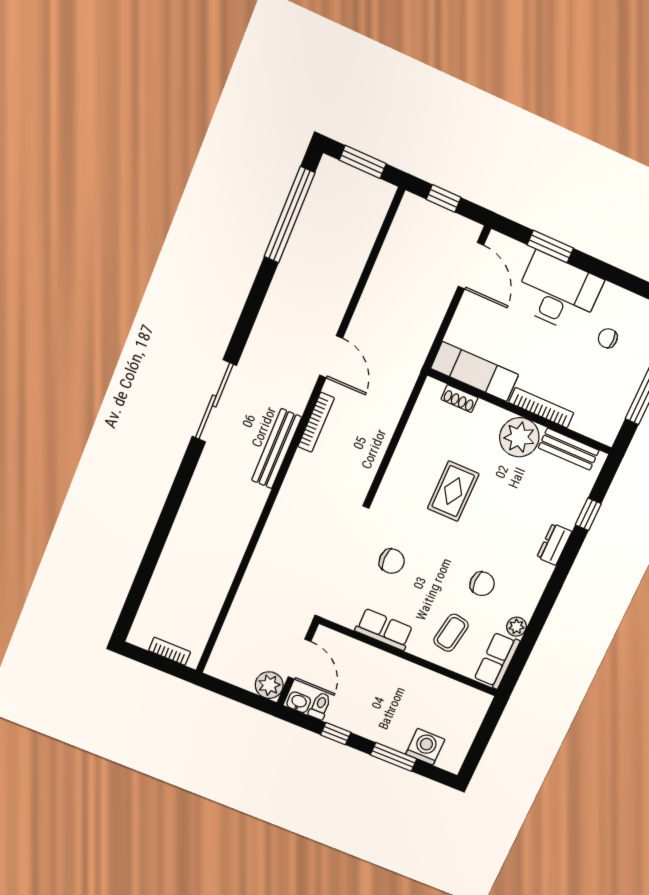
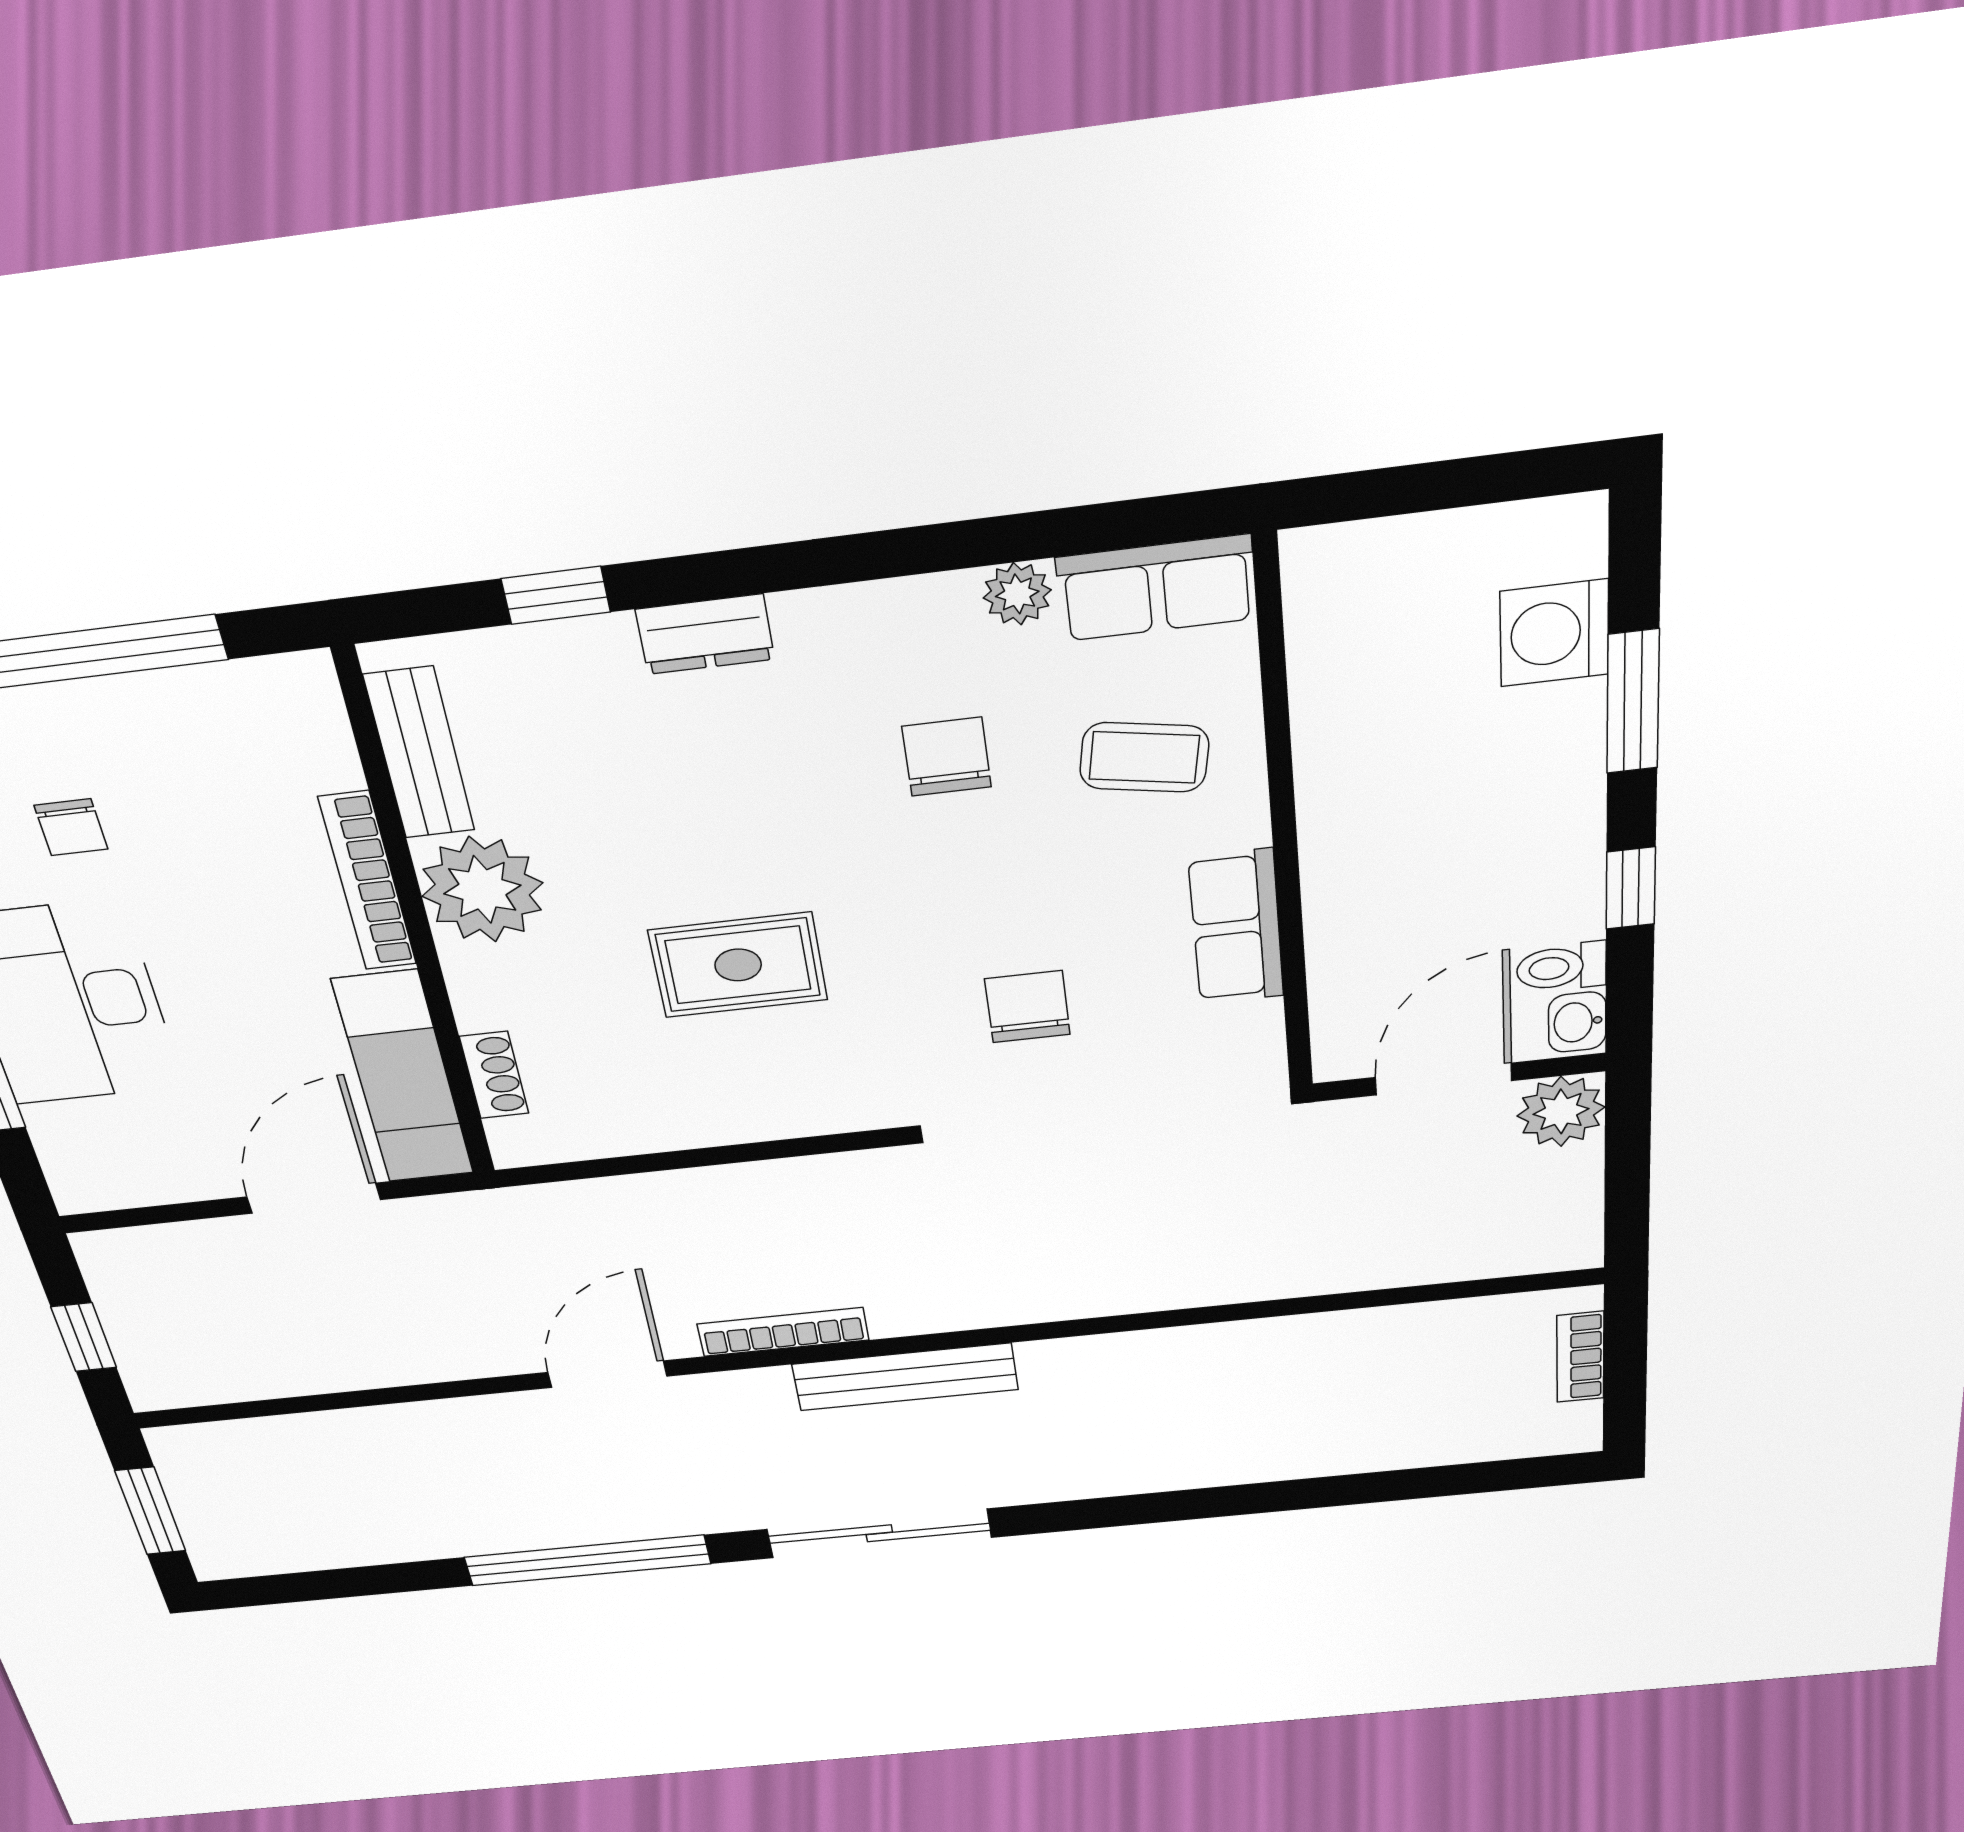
window: (289, 215) -> (587, 1560), moved
door: (471, 266) -> (314, 1198), moved

